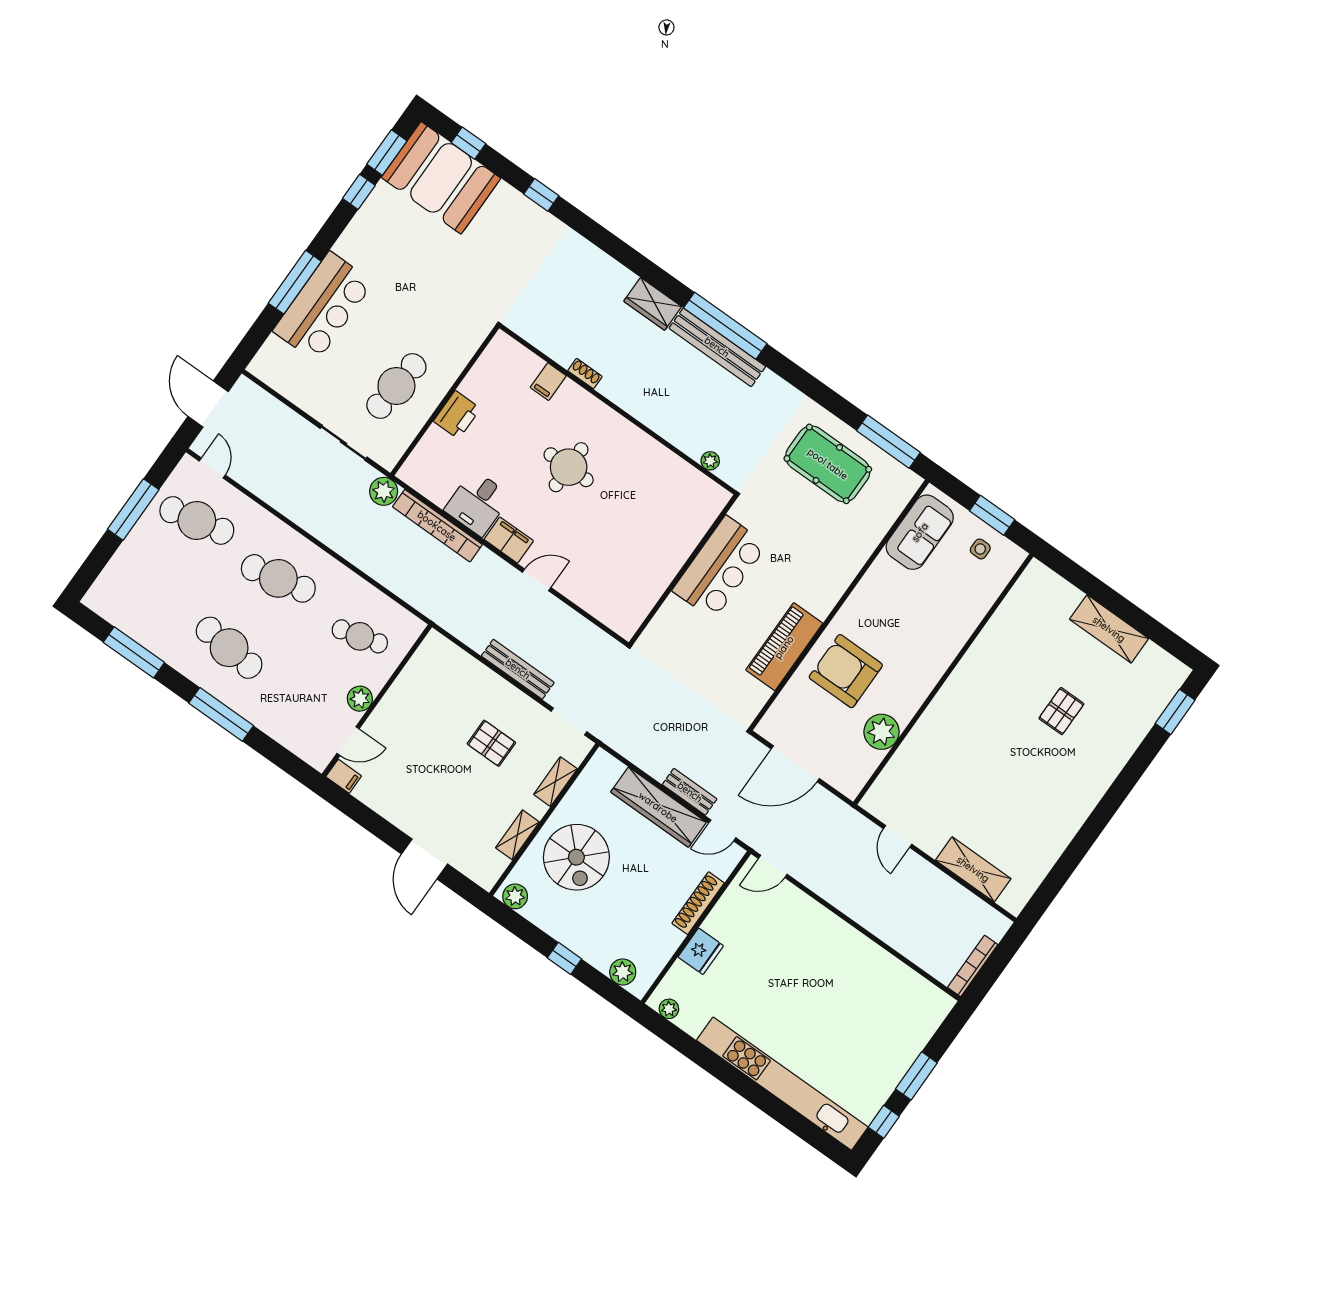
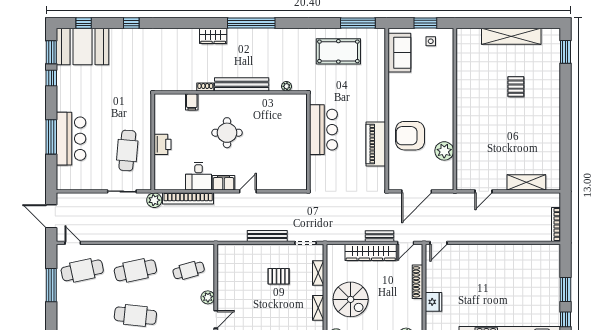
bench: (717, 347) -> (242, 84), moved
shelving: (1109, 629) -> (511, 36), width x1.47
door: (898, 836) -> (483, 191), hinge flipped

